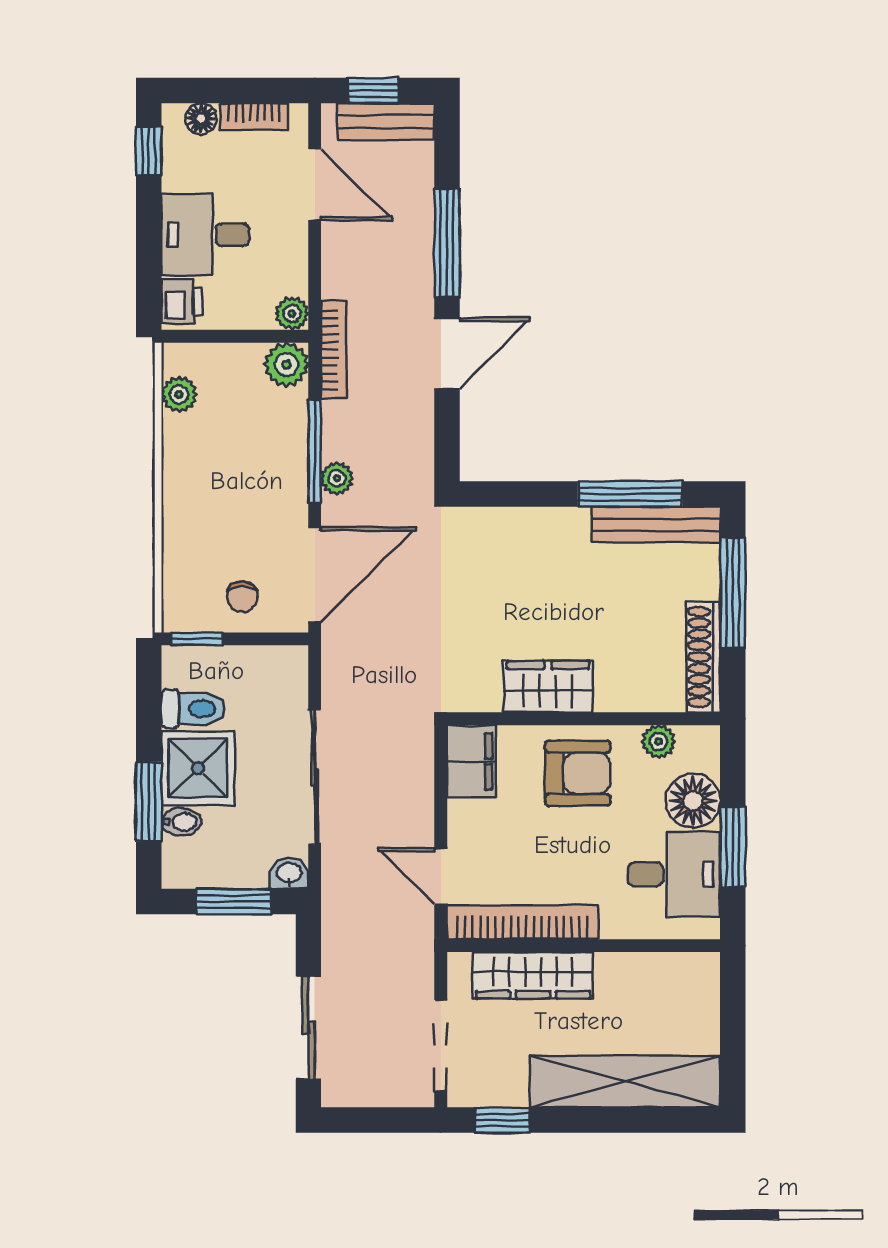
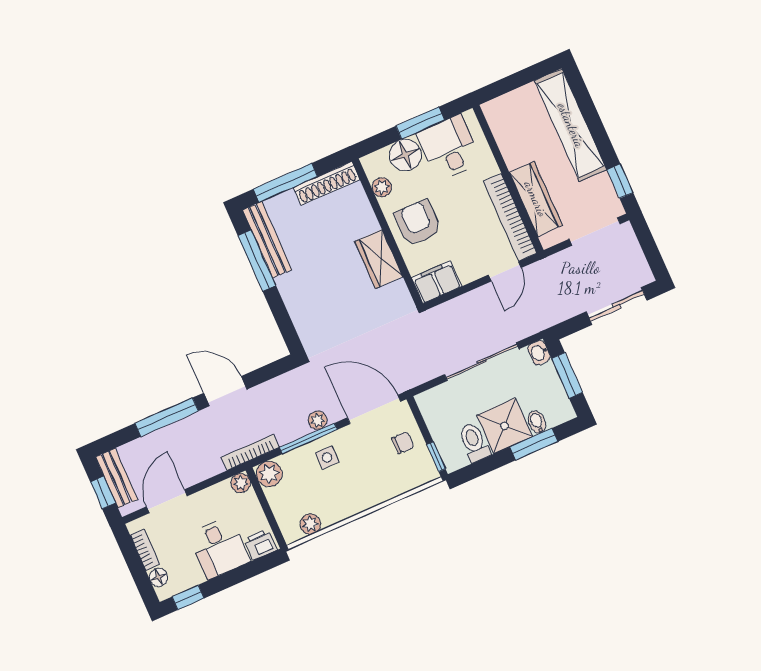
side table: (272, 467) -> (327, 458), added

